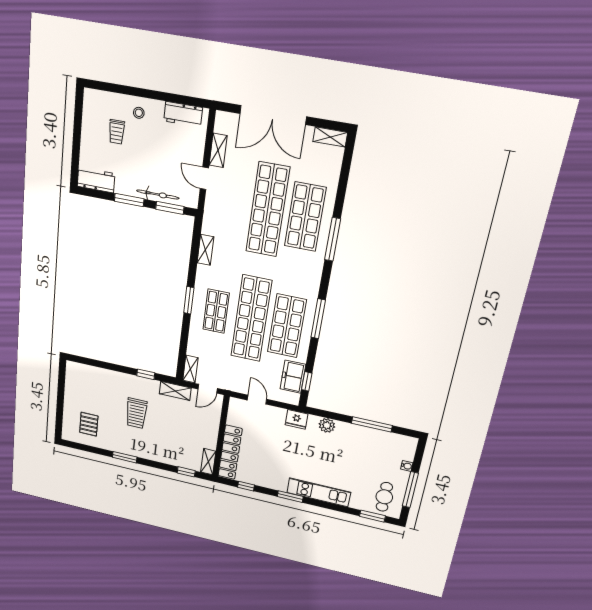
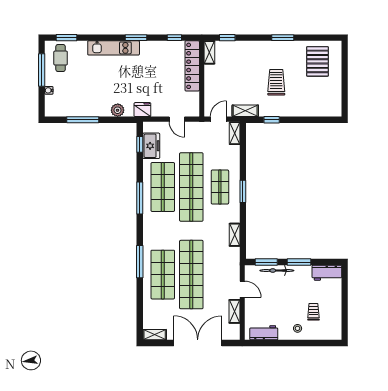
pallet: (89, 424) -> (317, 61), width x1.50, depth x1.42

